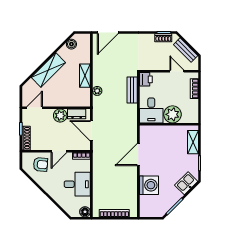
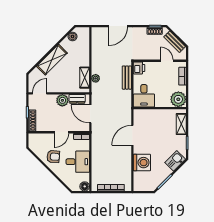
door: (108, 33) -> (118, 26), moved
shelving: (85, 76) -> (85, 78), moved
plant: (173, 114) -> (178, 99), moved
armchair: (41, 164) -> (53, 157), moved

